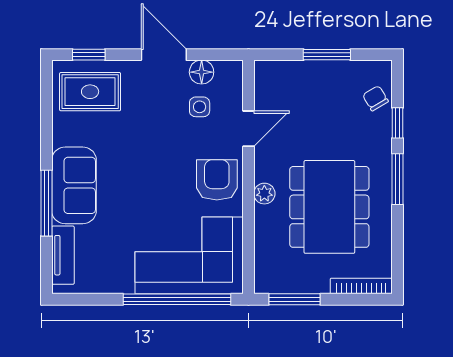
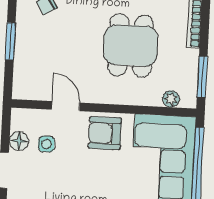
plant: (264, 194) -> (171, 99), moved
dining table: (329, 207) -> (131, 45), width x0.73

